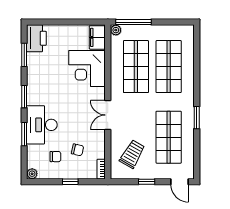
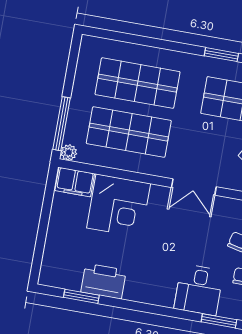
printer: (36, 38) -> (103, 281), moved
window: (24, 97) -> (144, 307), removed
desk: (42, 125) -> (199, 290), width x0.73
window: (24, 134) -> (219, 321), moved

